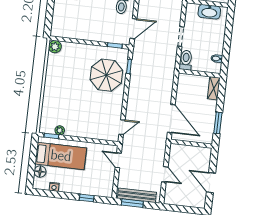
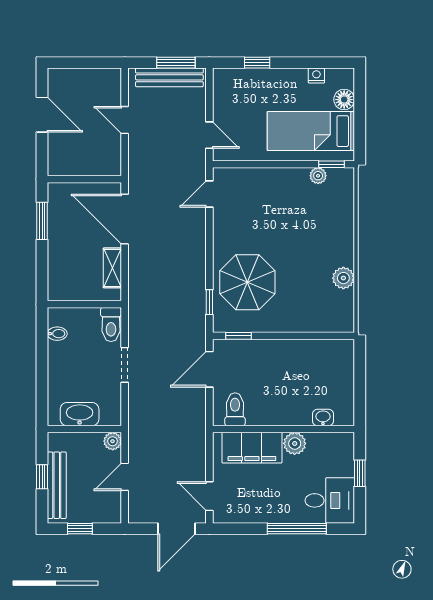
plant: (55, 47) -> (343, 278), moved
shelving: (214, 88) -> (112, 268), moved

